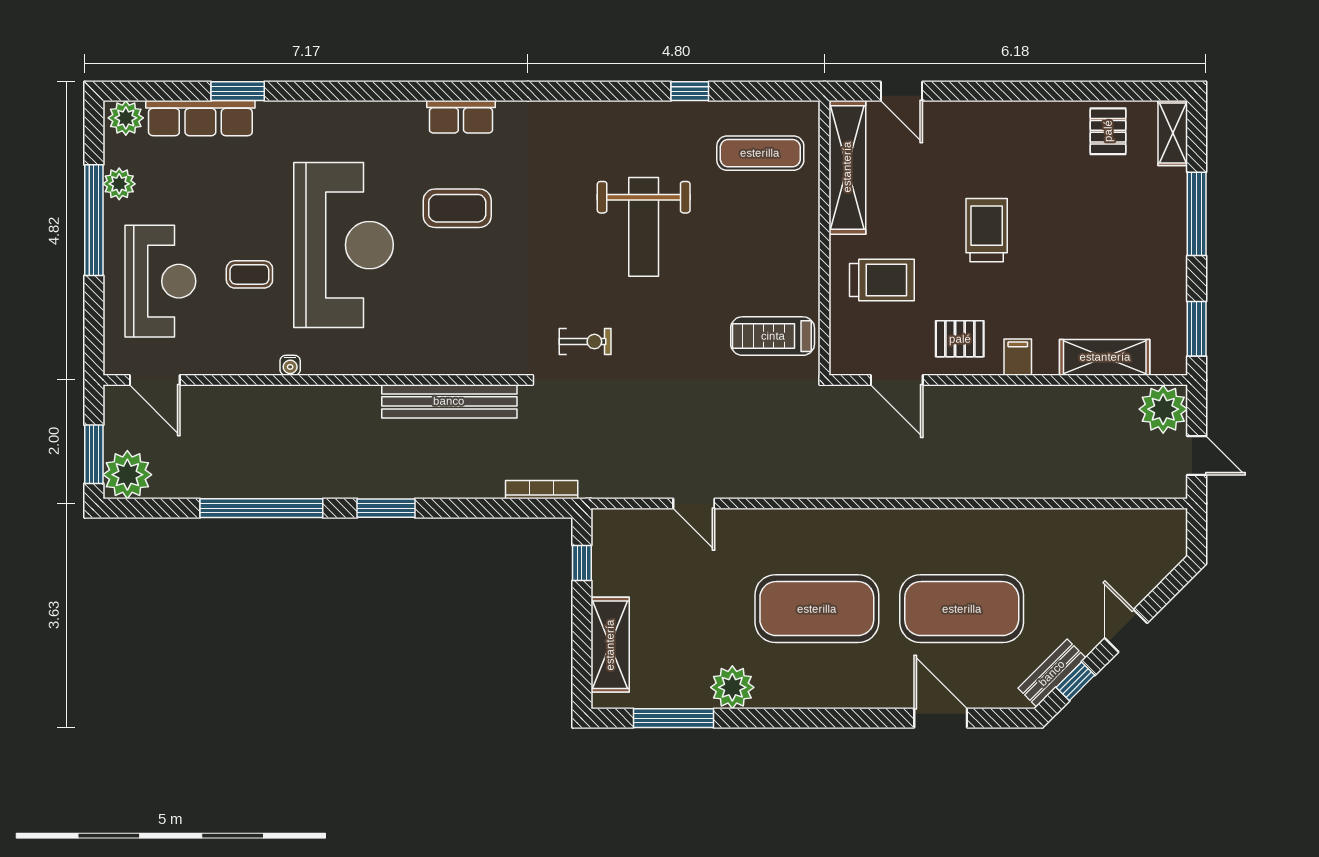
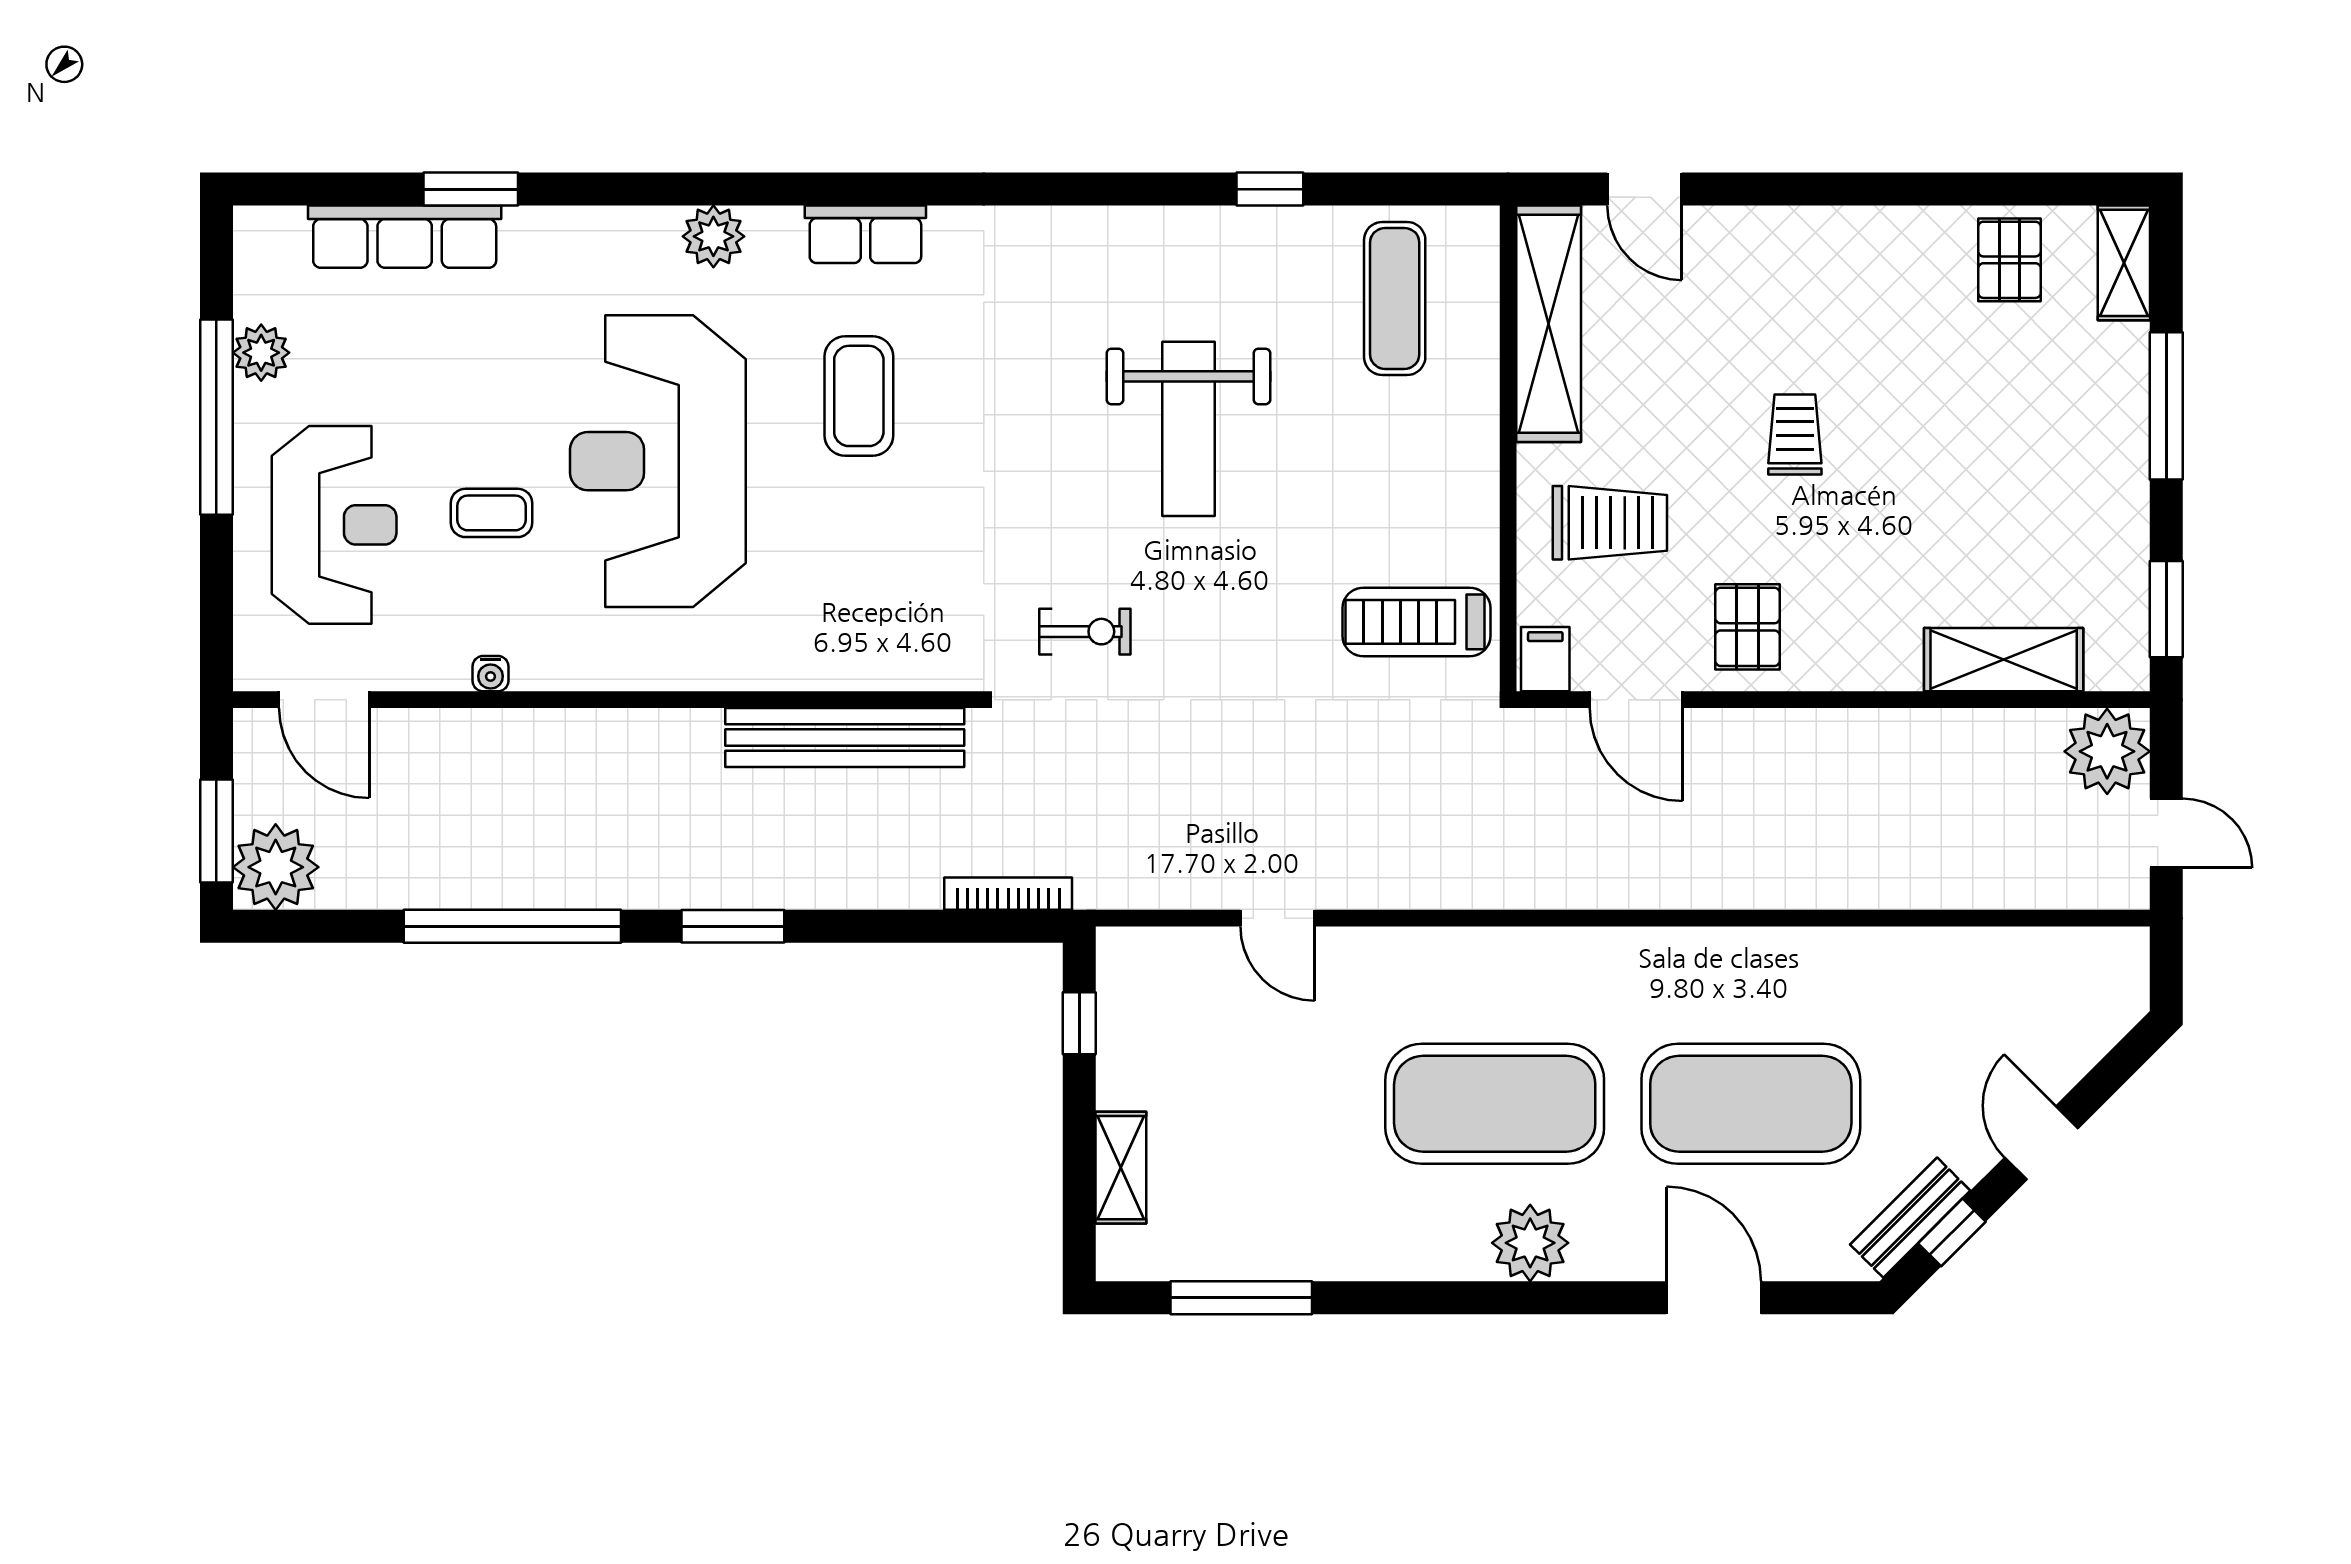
plant: (126, 118) -> (713, 236), moved
exercise mat: (760, 153) -> (1395, 298), turned 90
coffee table: (457, 208) -> (859, 396), turned 90
trolley: (987, 230) -> (1795, 435), width x0.73, depth x0.72
reception desk: (344, 245) -> (658, 461), turned 180
pallet: (960, 339) -> (1747, 627), turned 90
filing cabinet: (1018, 357) -> (1545, 659), moved
water cooler: (290, 365) -> (491, 674), moved
shelving: (610, 645) -> (1121, 1168), width x0.67, depth x0.75
plant: (732, 687) -> (1530, 1243), moved

